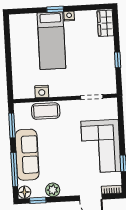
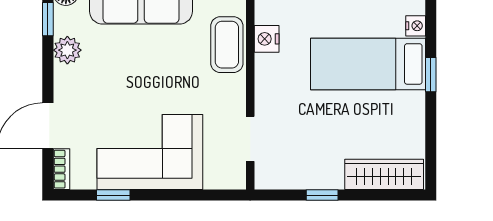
nightstand: (69, 16) -> (416, 26), moved
wardrobe: (105, 23) -> (384, 174), width x1.50

